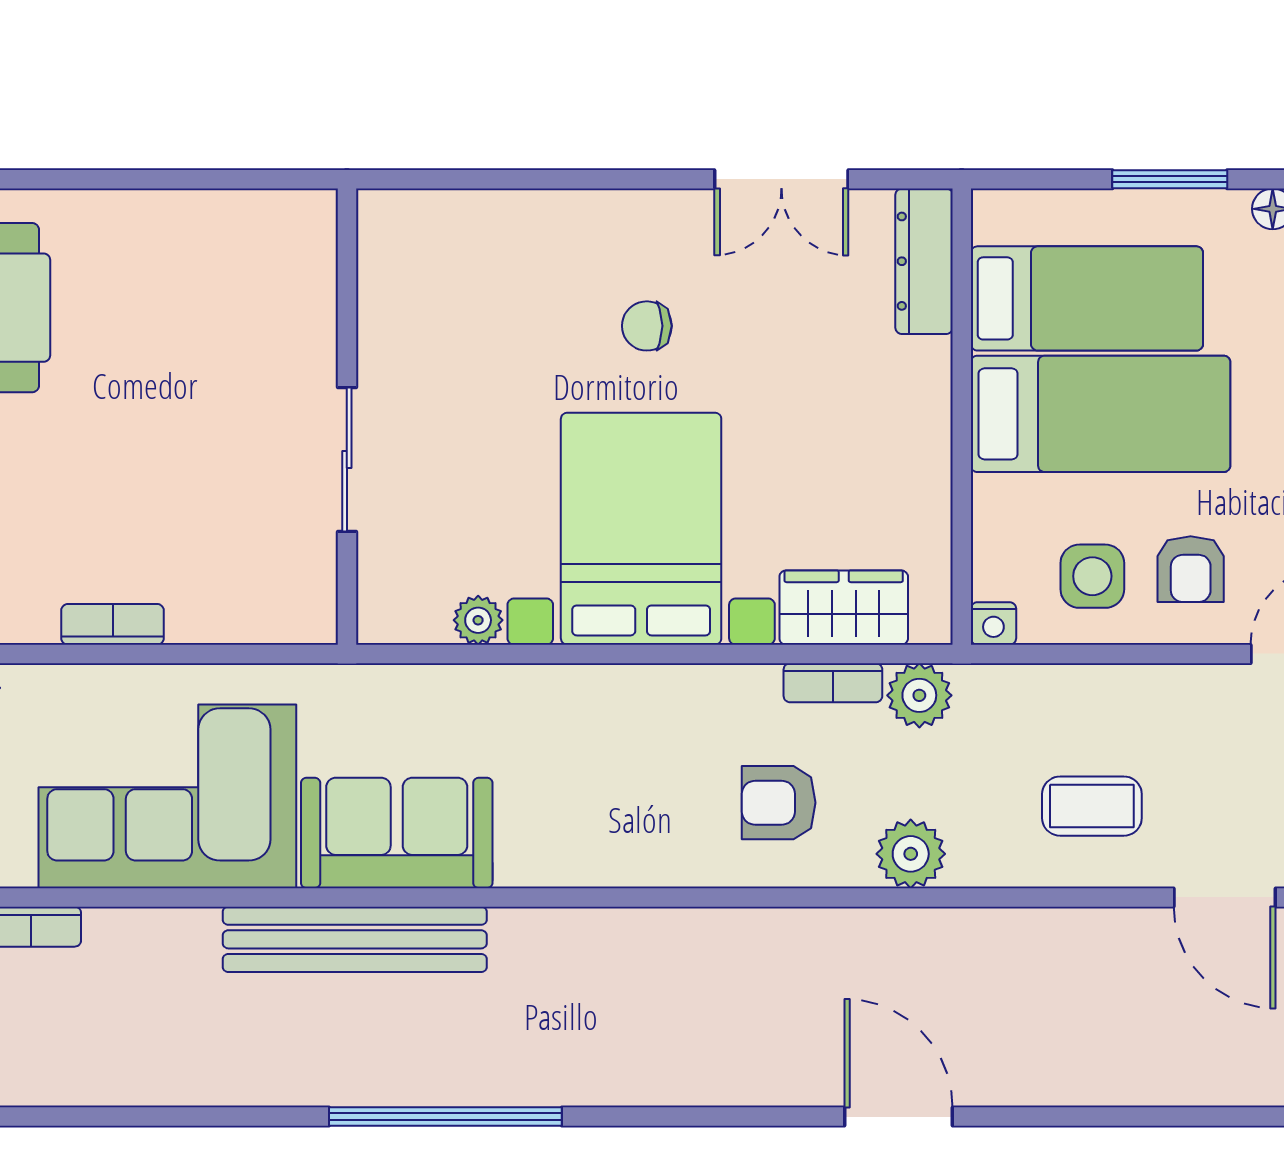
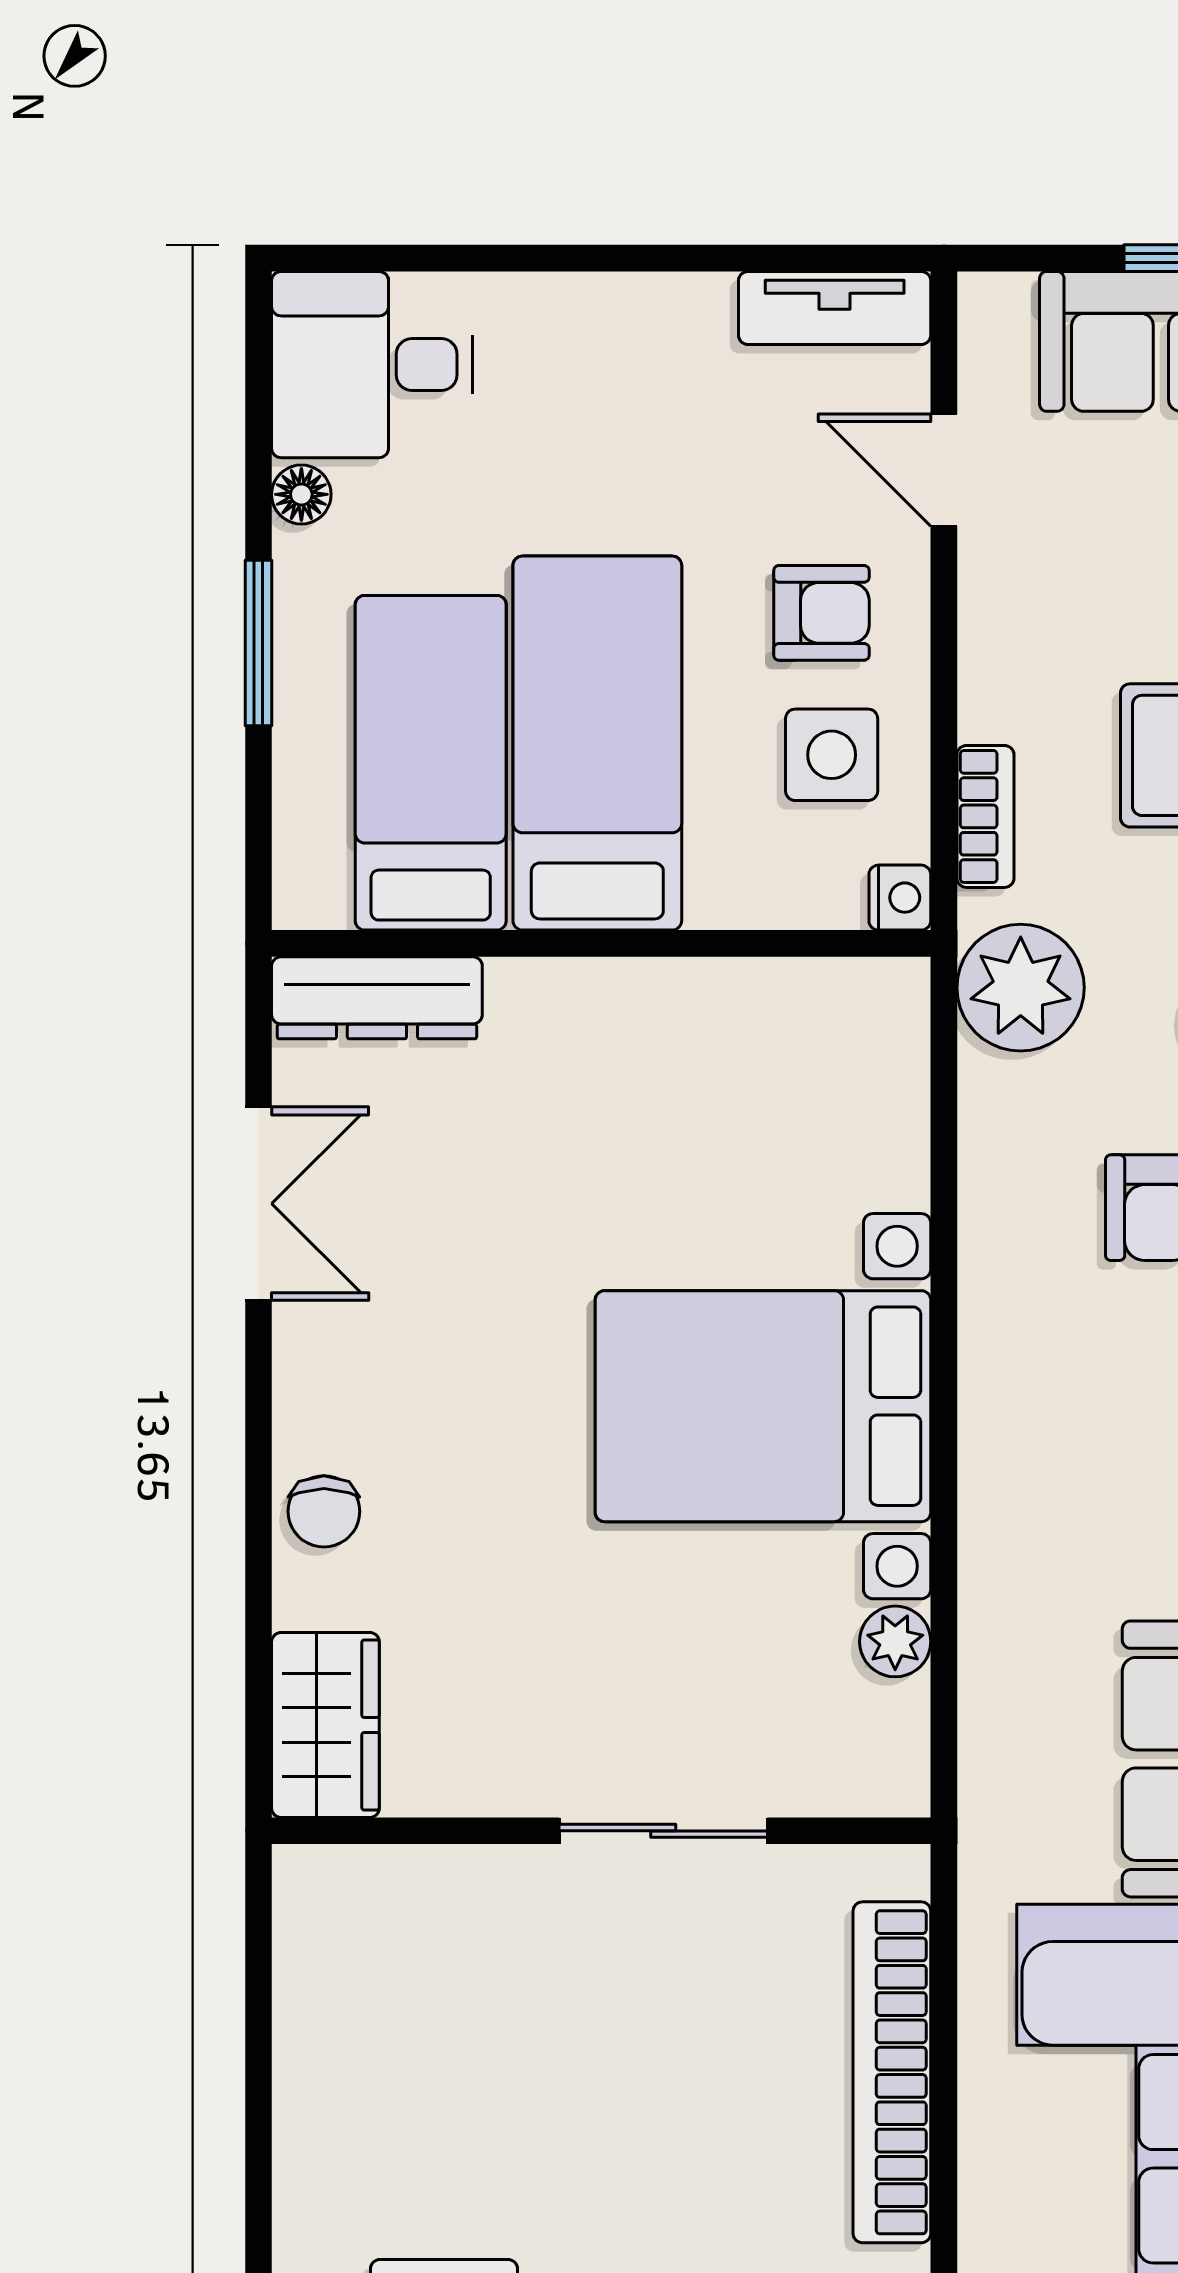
chair: (647, 326) -> (324, 1511), moved
wardrobe: (844, 608) -> (325, 1725), moved, turned 180
bookcase: (113, 624) -> (892, 2072), width x2.31, depth x1.31
bookcase: (833, 683) -> (985, 816), moved
plant: (919, 695) -> (1021, 988), width x1.36, depth x1.36

